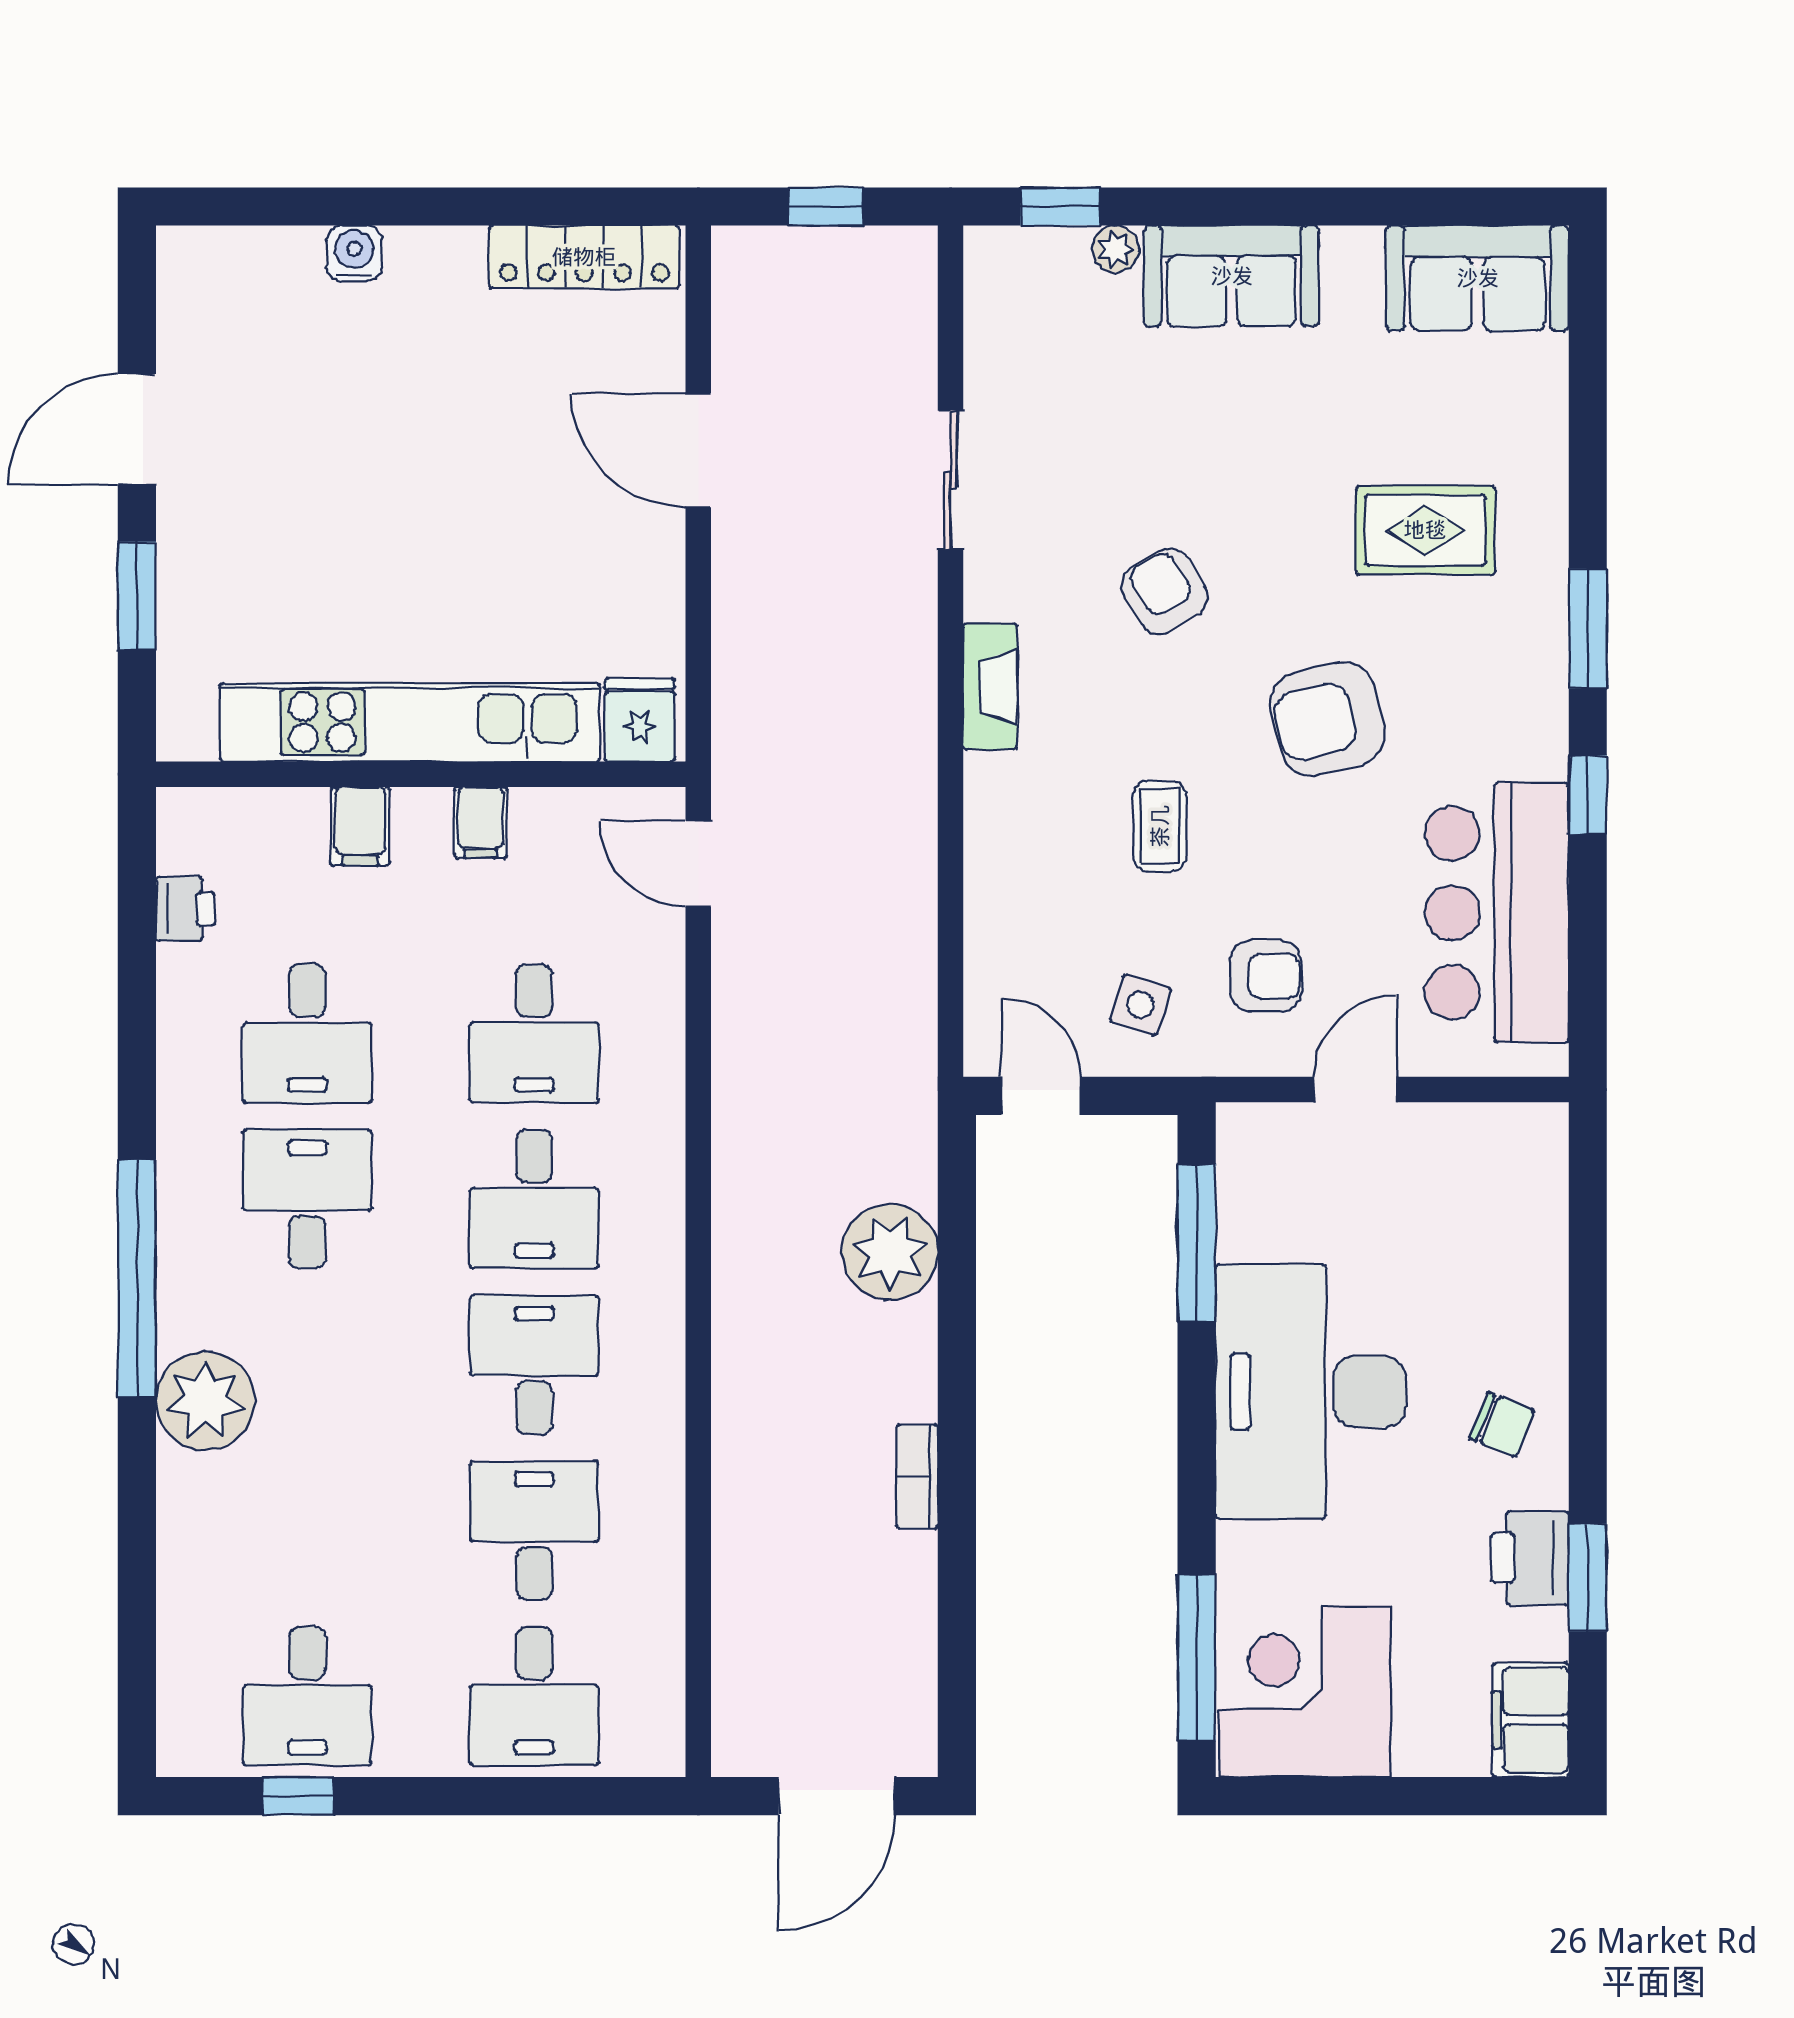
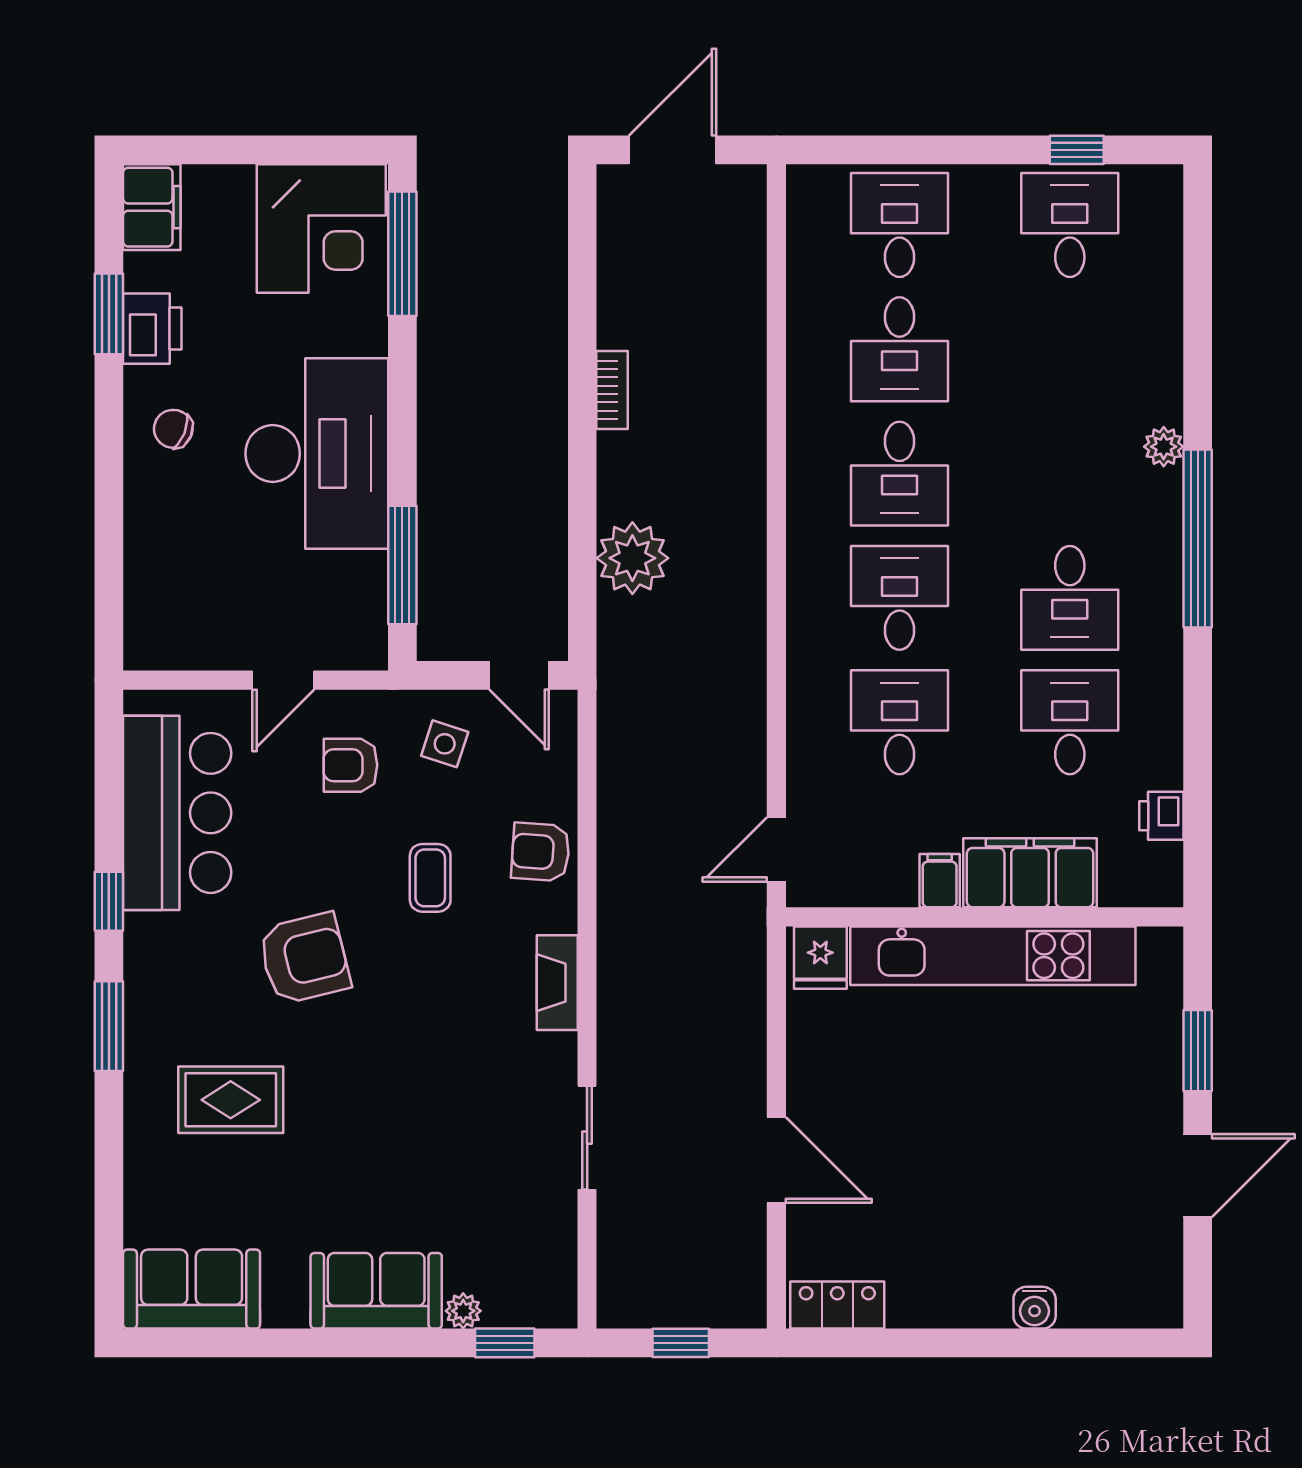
locker: (584, 257) -> (837, 1305), width x0.66
armchair: (1165, 591) -> (541, 852), moved, turned 125
filing cabinet: (360, 826) -> (1030, 873), width x3.00, depth x1.17
door: (698, 864) -> (776, 850), swing flipped
plant: (205, 1401) -> (1164, 447), width x0.53, depth x0.53

